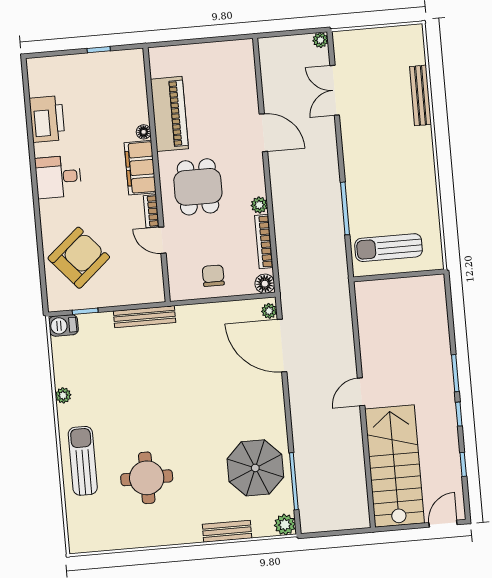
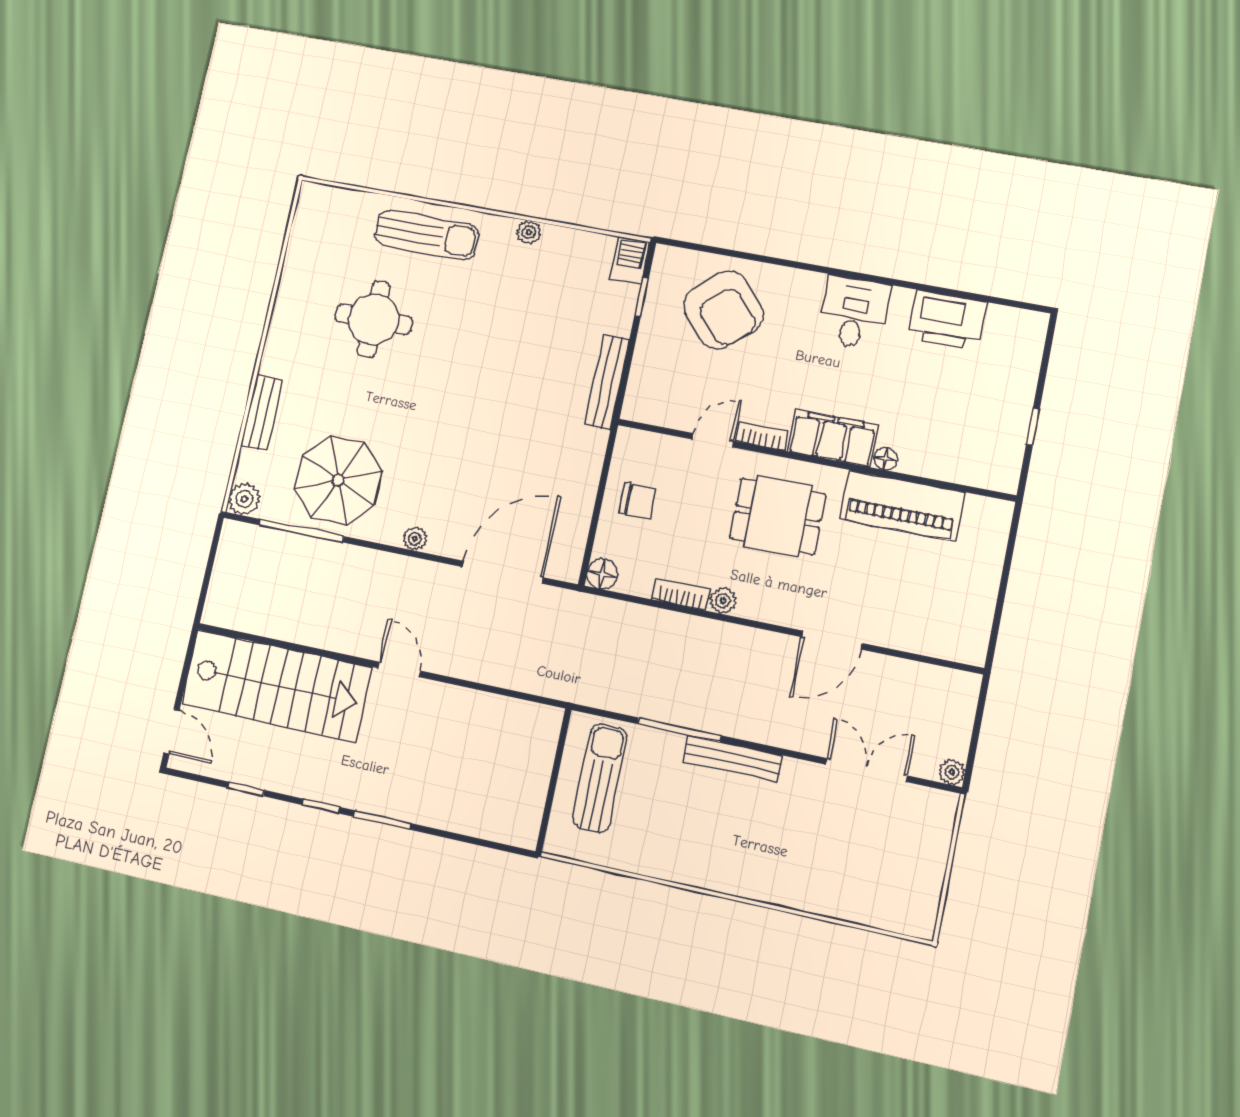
bench: (420, 95) -> (732, 758), moved
bookcase: (264, 242) -> (681, 594), width x0.64
plant: (269, 311) -> (415, 539), moved

